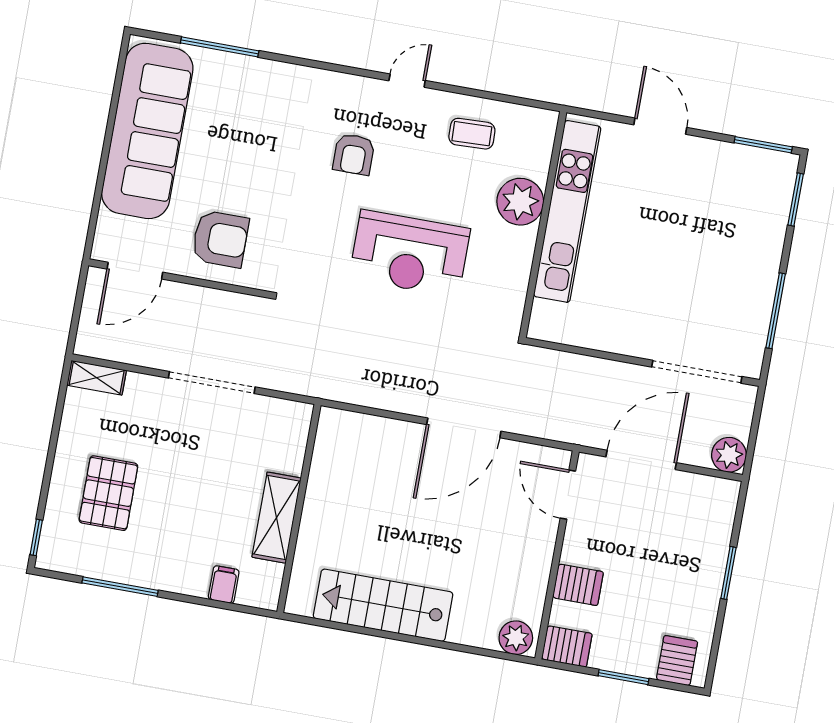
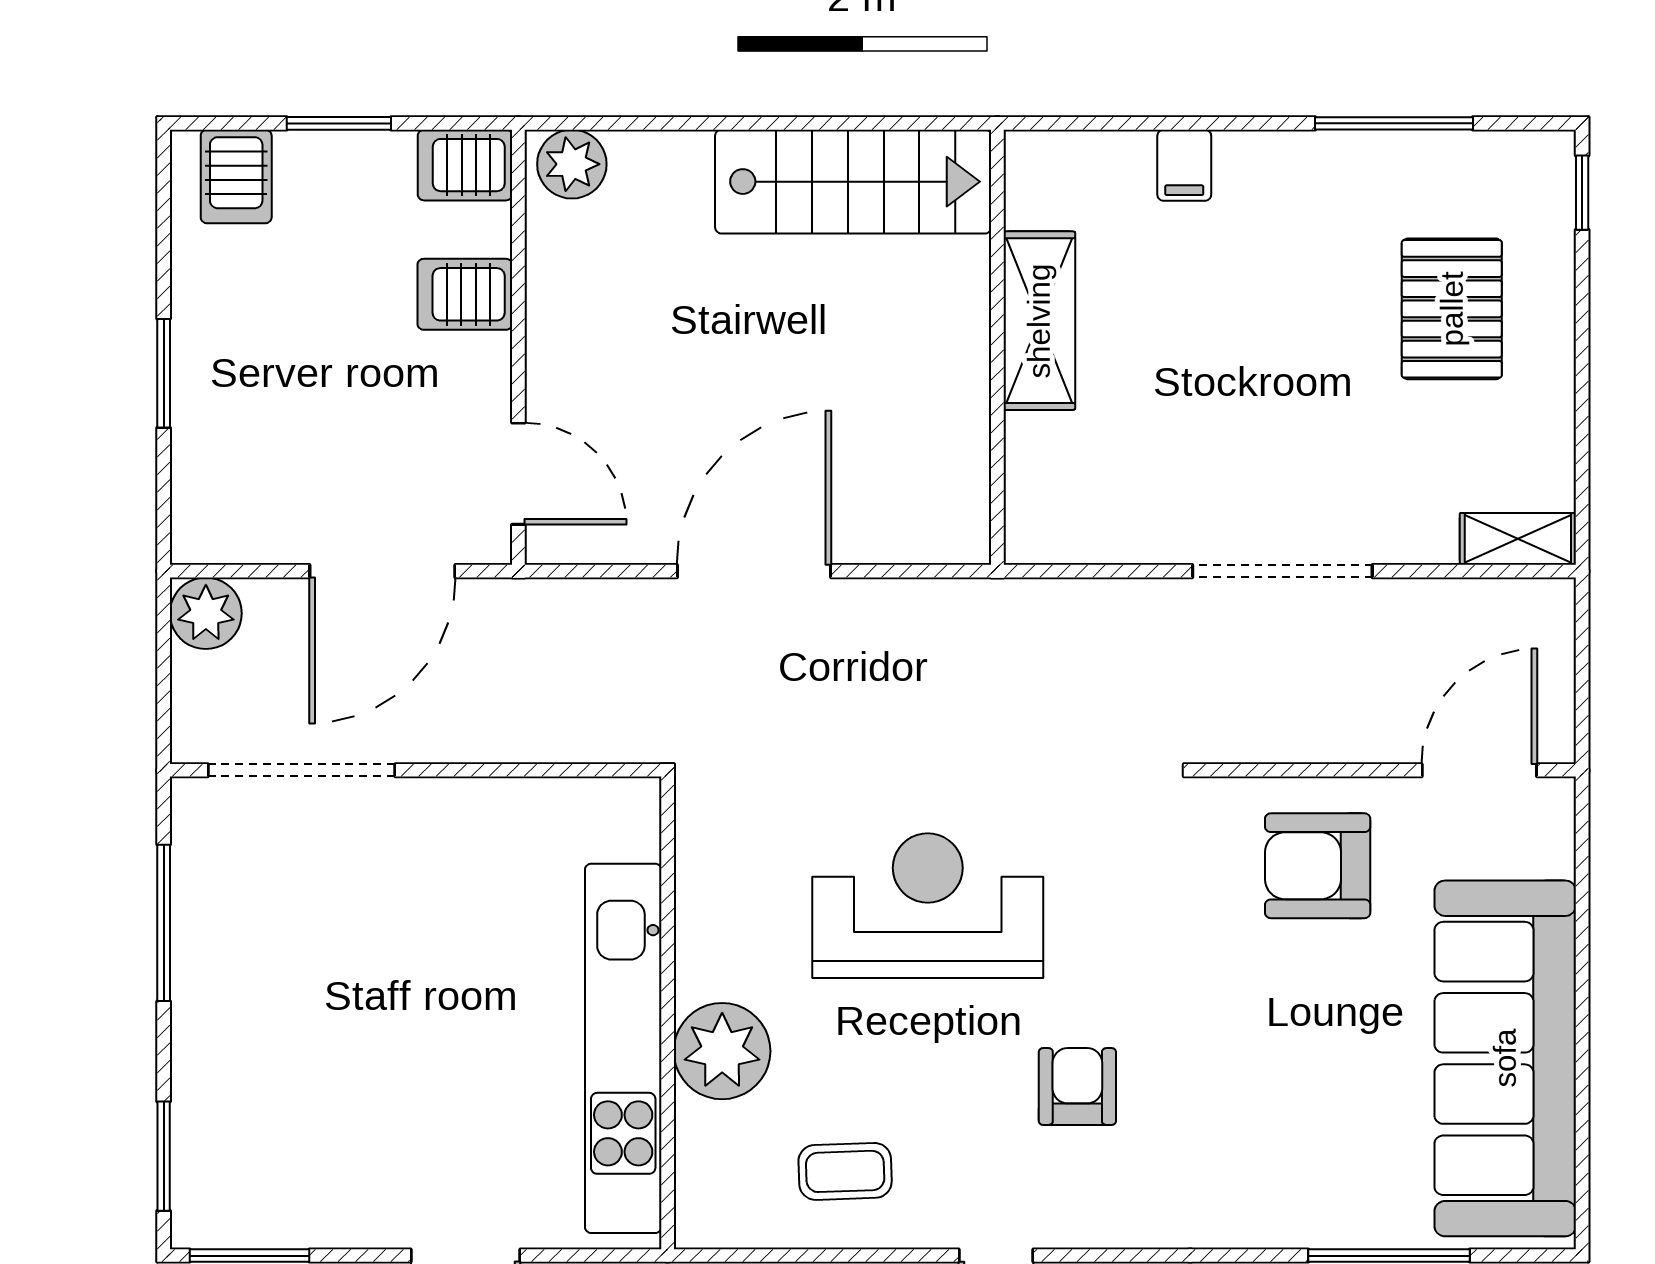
wall: (299, 508) -> (997, 347), moved
shelving: (277, 518) -> (1039, 321), moved

